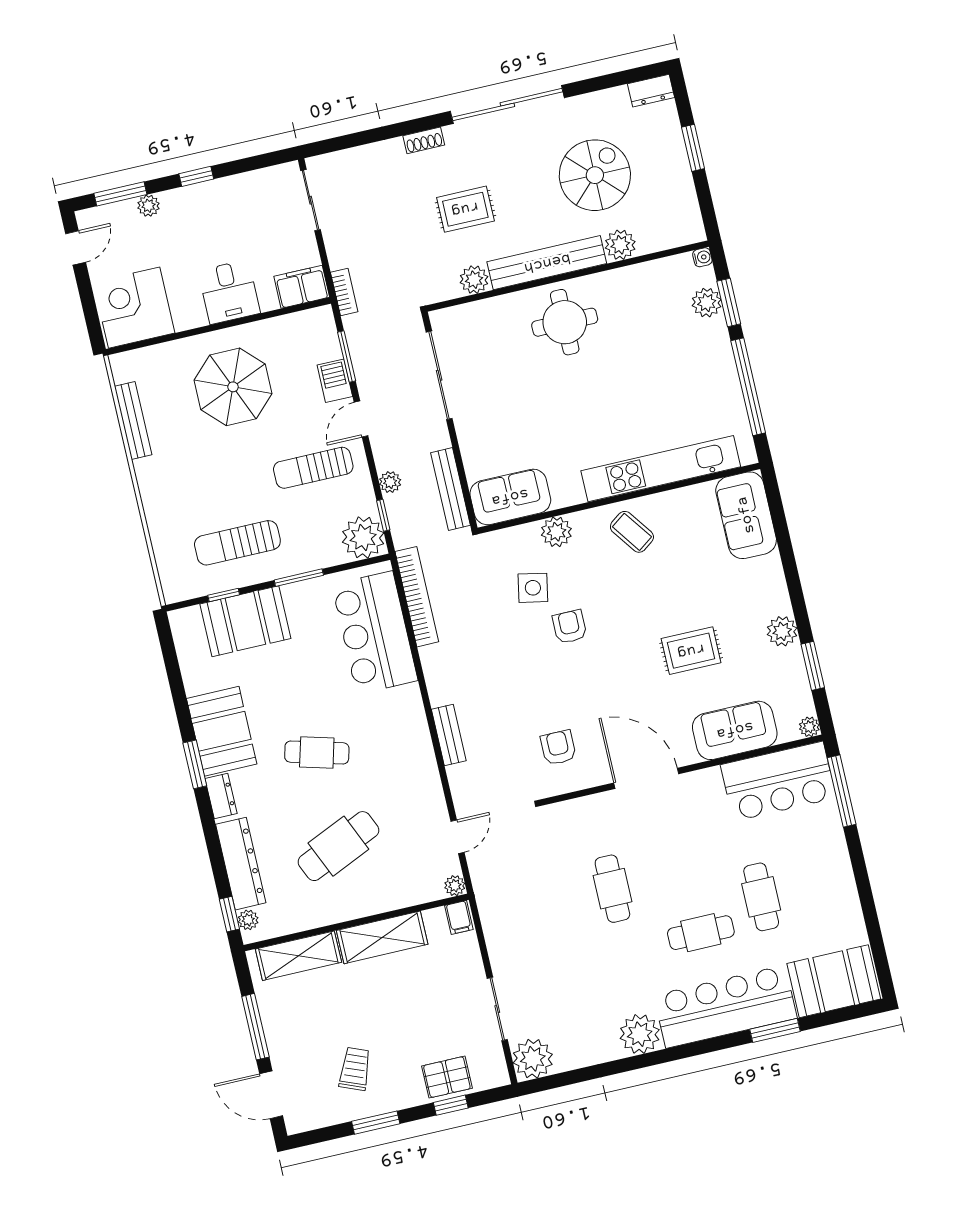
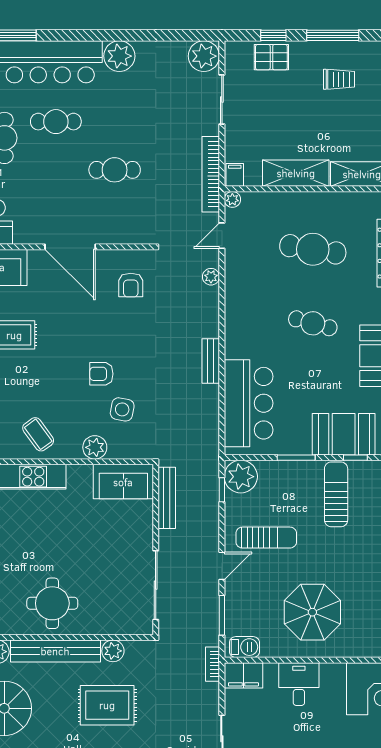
rug: (465, 209) -> (107, 705), width x1.36, depth x1.43
barbecue: (335, 381) -> (244, 647), moved, turned -90
plant: (390, 482) -> (211, 277), moved
sun lounger: (237, 543) -> (336, 494), turned -90
bookcase: (417, 597) -> (211, 174), moved
armchair: (570, 627) -> (101, 374), turned 90
bench: (449, 735) -> (211, 361), moved
cafe table: (338, 846) -> (313, 249), turned 33
cafe table: (612, 889) -> (115, 170), turned 90
trolley: (355, 1069) -> (339, 79), turned -112
window: (376, 1123) -> (333, 35), width x1.44

